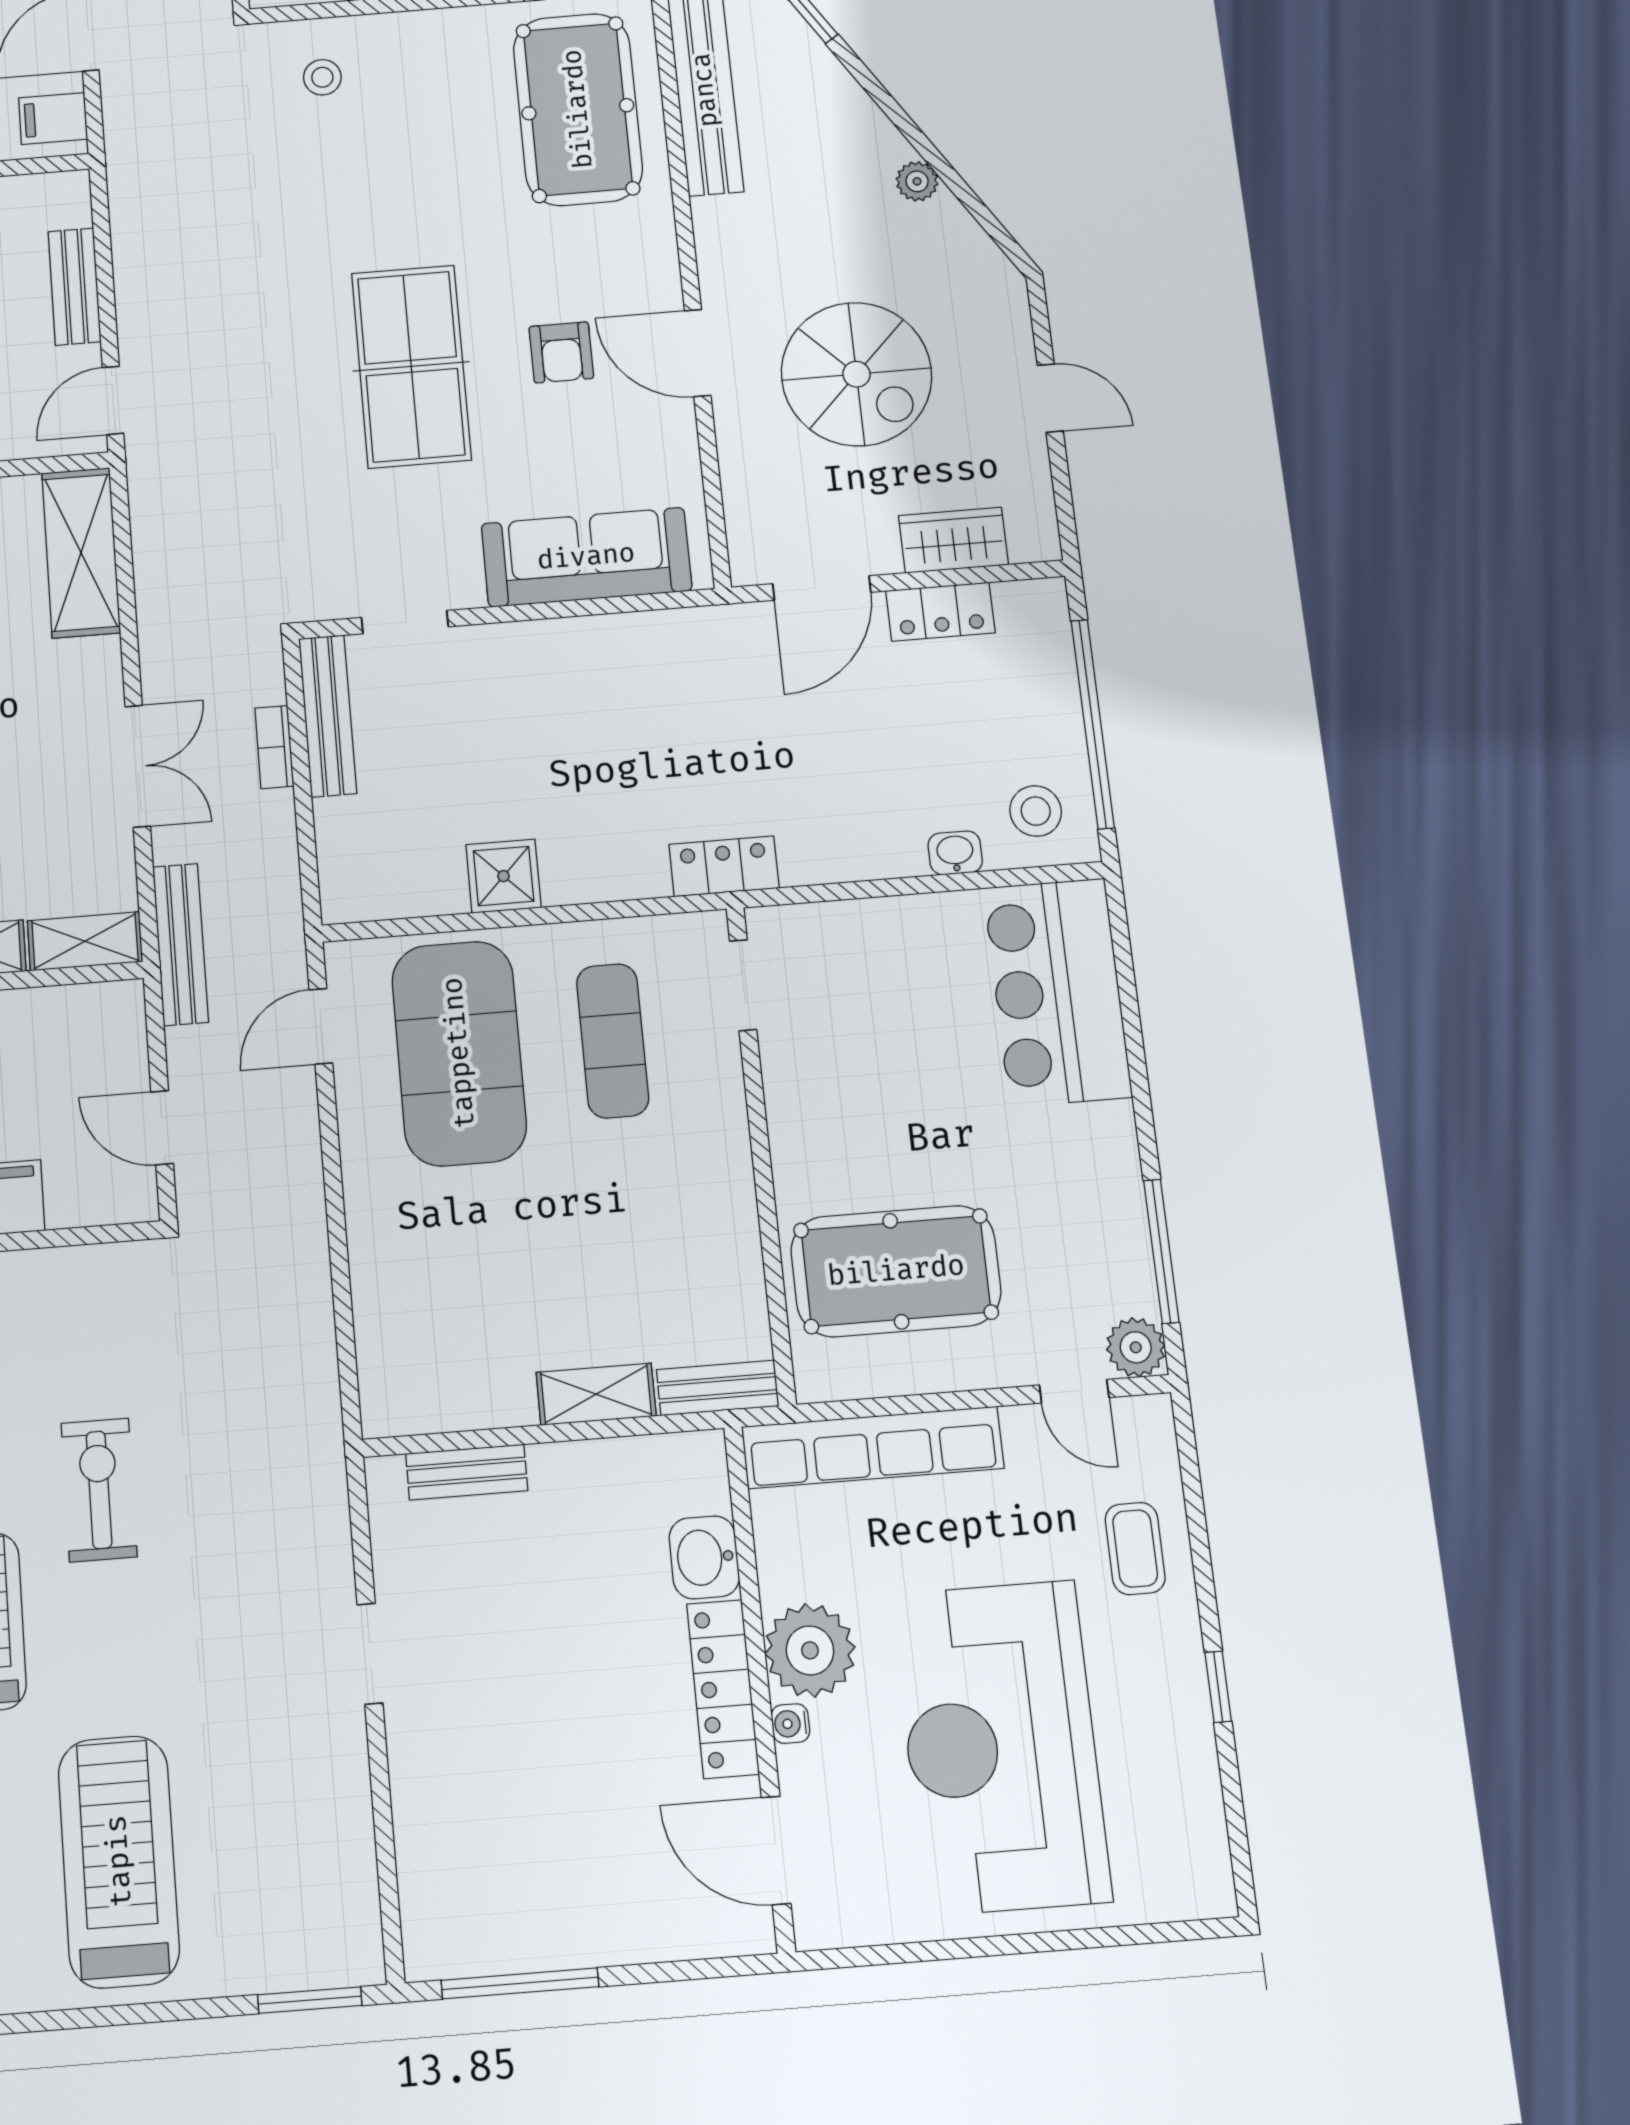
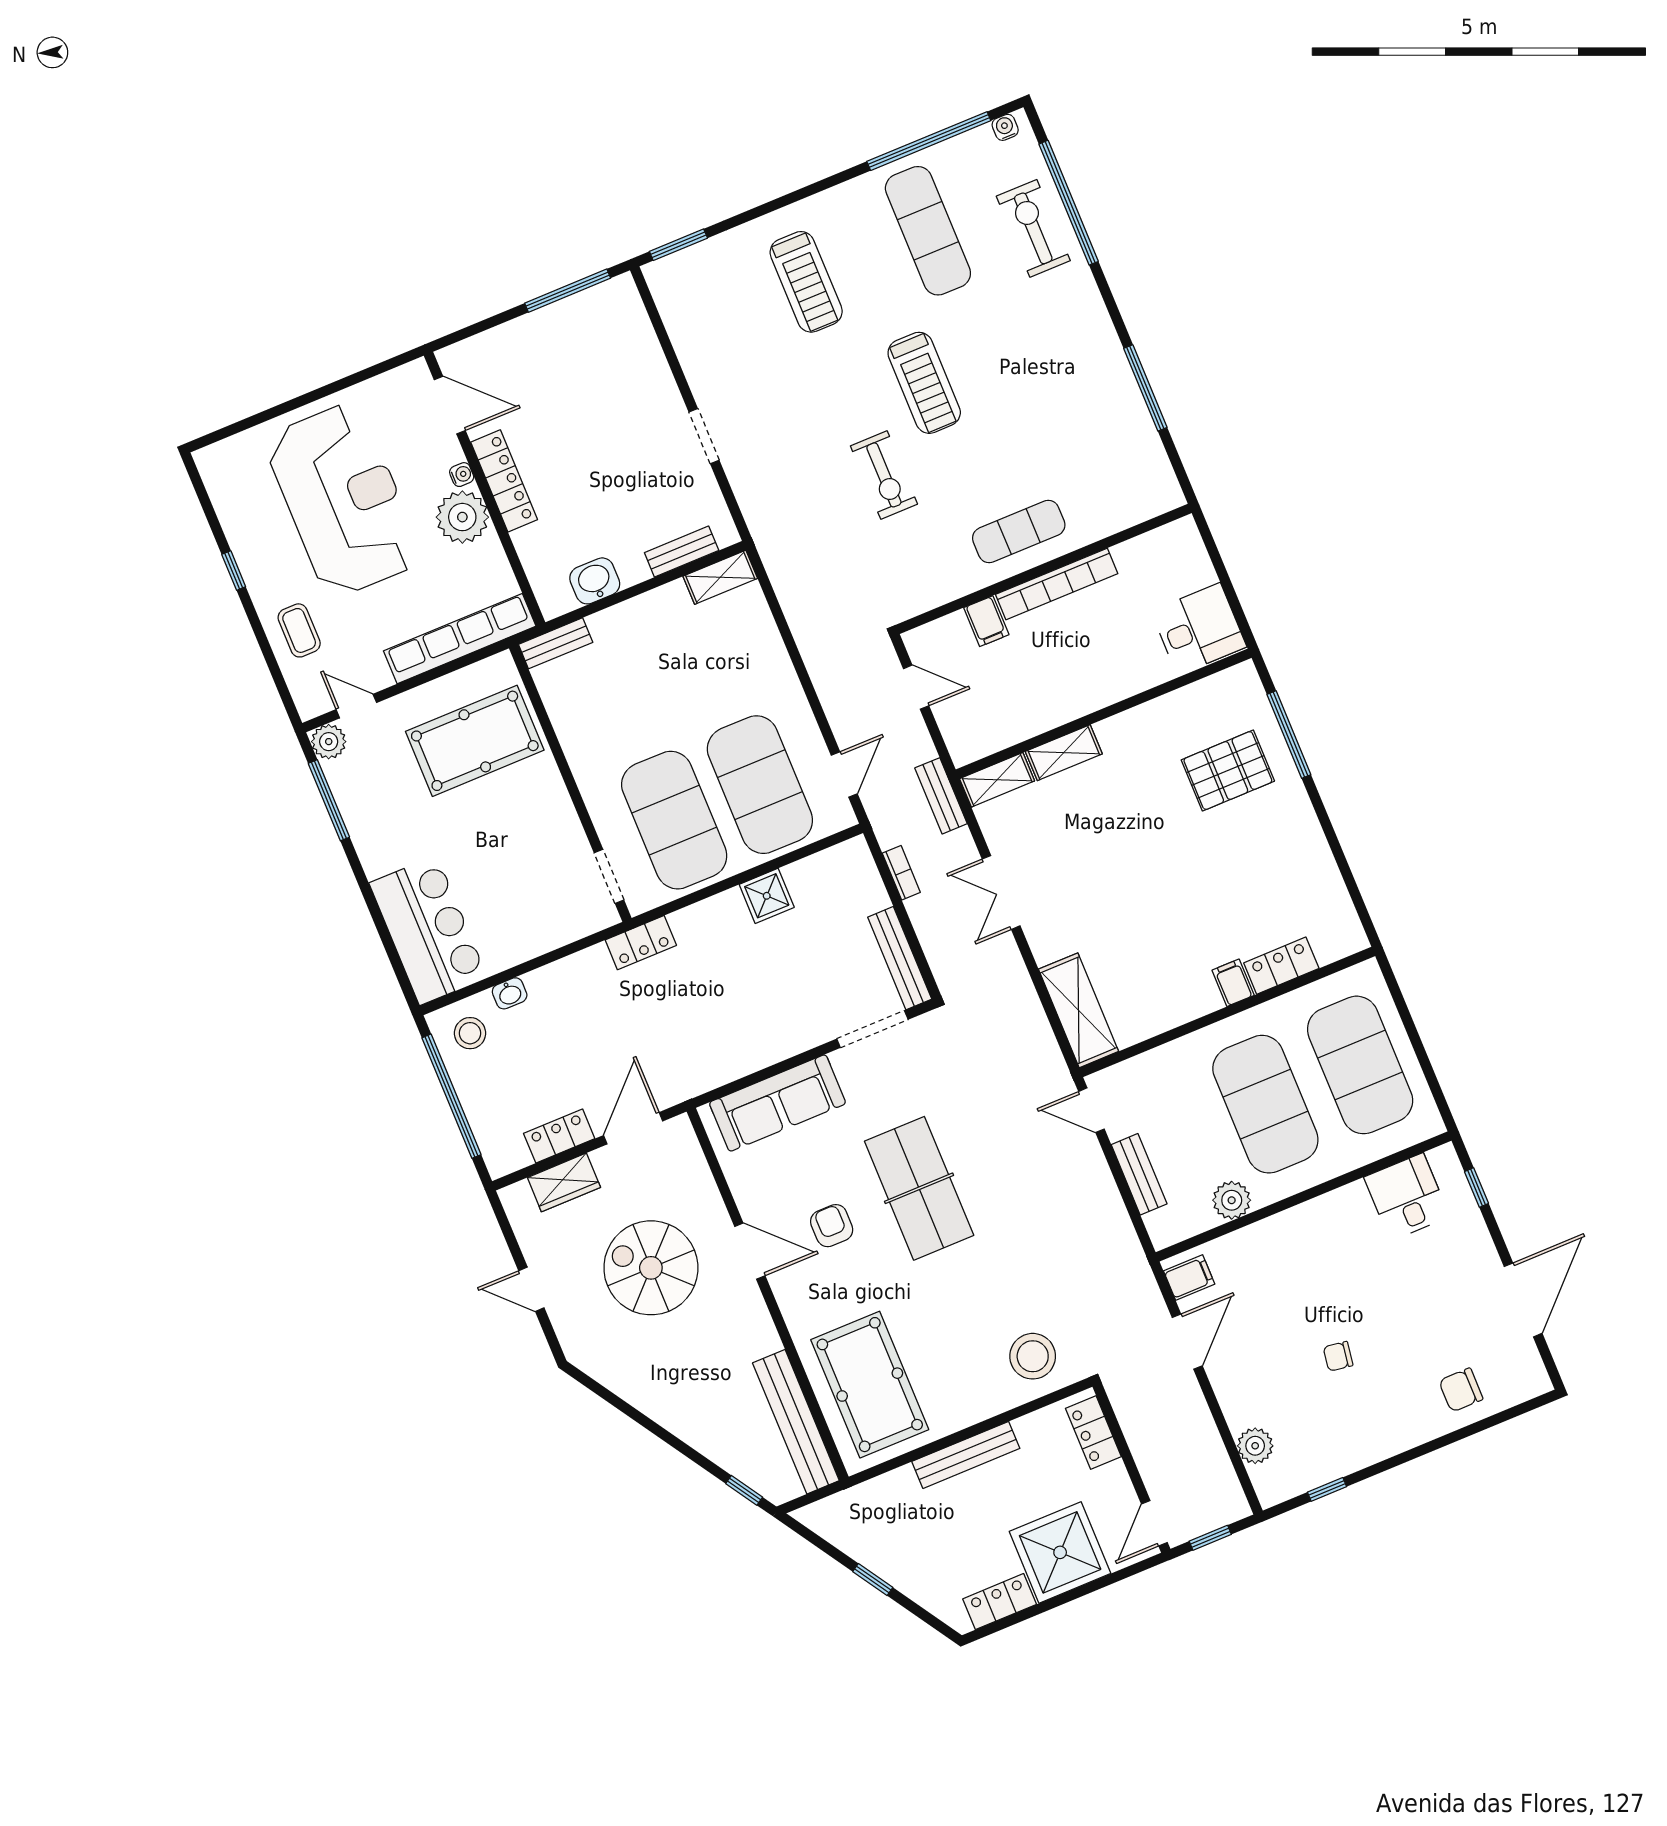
stool: (322, 77) -> (1033, 1356), width x1.89, depth x1.89
plant: (917, 181) -> (650, 1403), removed
door: (113, 400) -> (1091, 1110), swing flipped
doorway: (405, 622) -> (872, 1029), width x1.38
bookcase: (274, 747) -> (901, 873), moved
bench: (181, 944) -> (941, 796), width x0.73
exercise mat: (613, 1041) -> (674, 820), width x2.00, depth x1.45
shelving: (596, 1394) -> (720, 577), moved
washbasin: (704, 1557) -> (595, 581), moved, turned -90
treadmill: (119, 1861) -> (806, 282), width x0.73, depth x0.73

